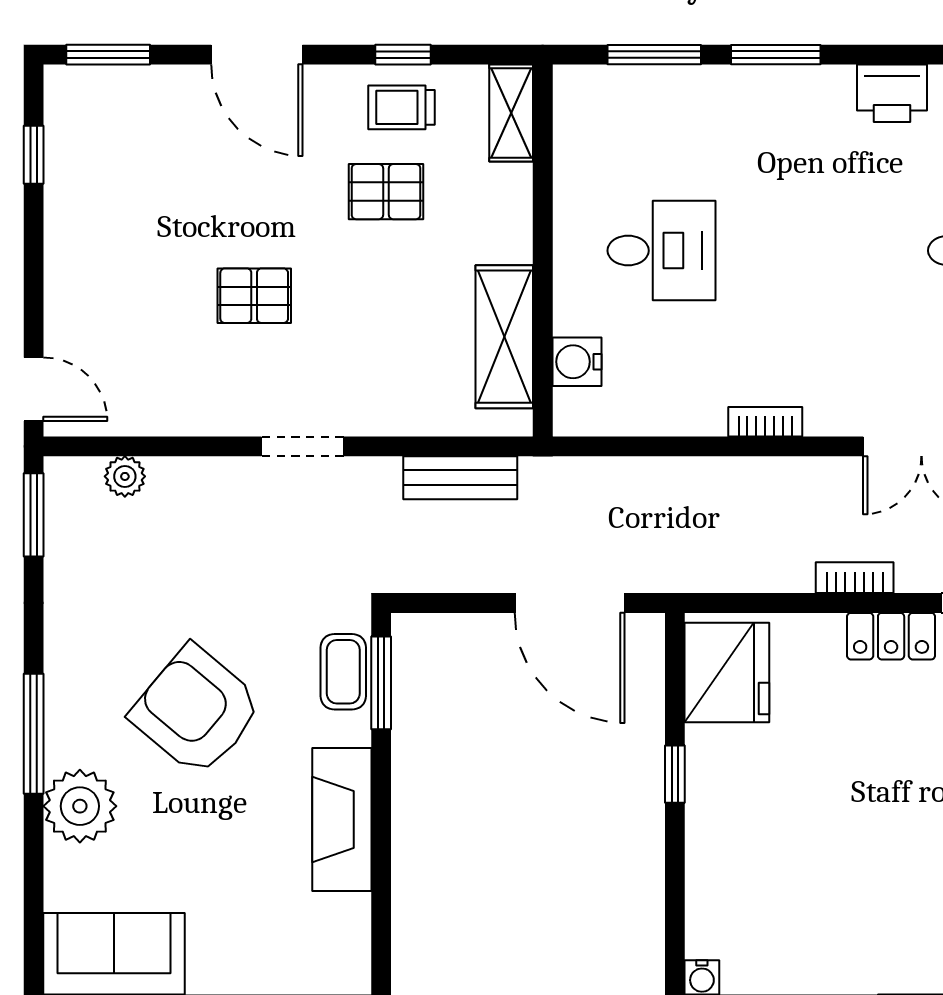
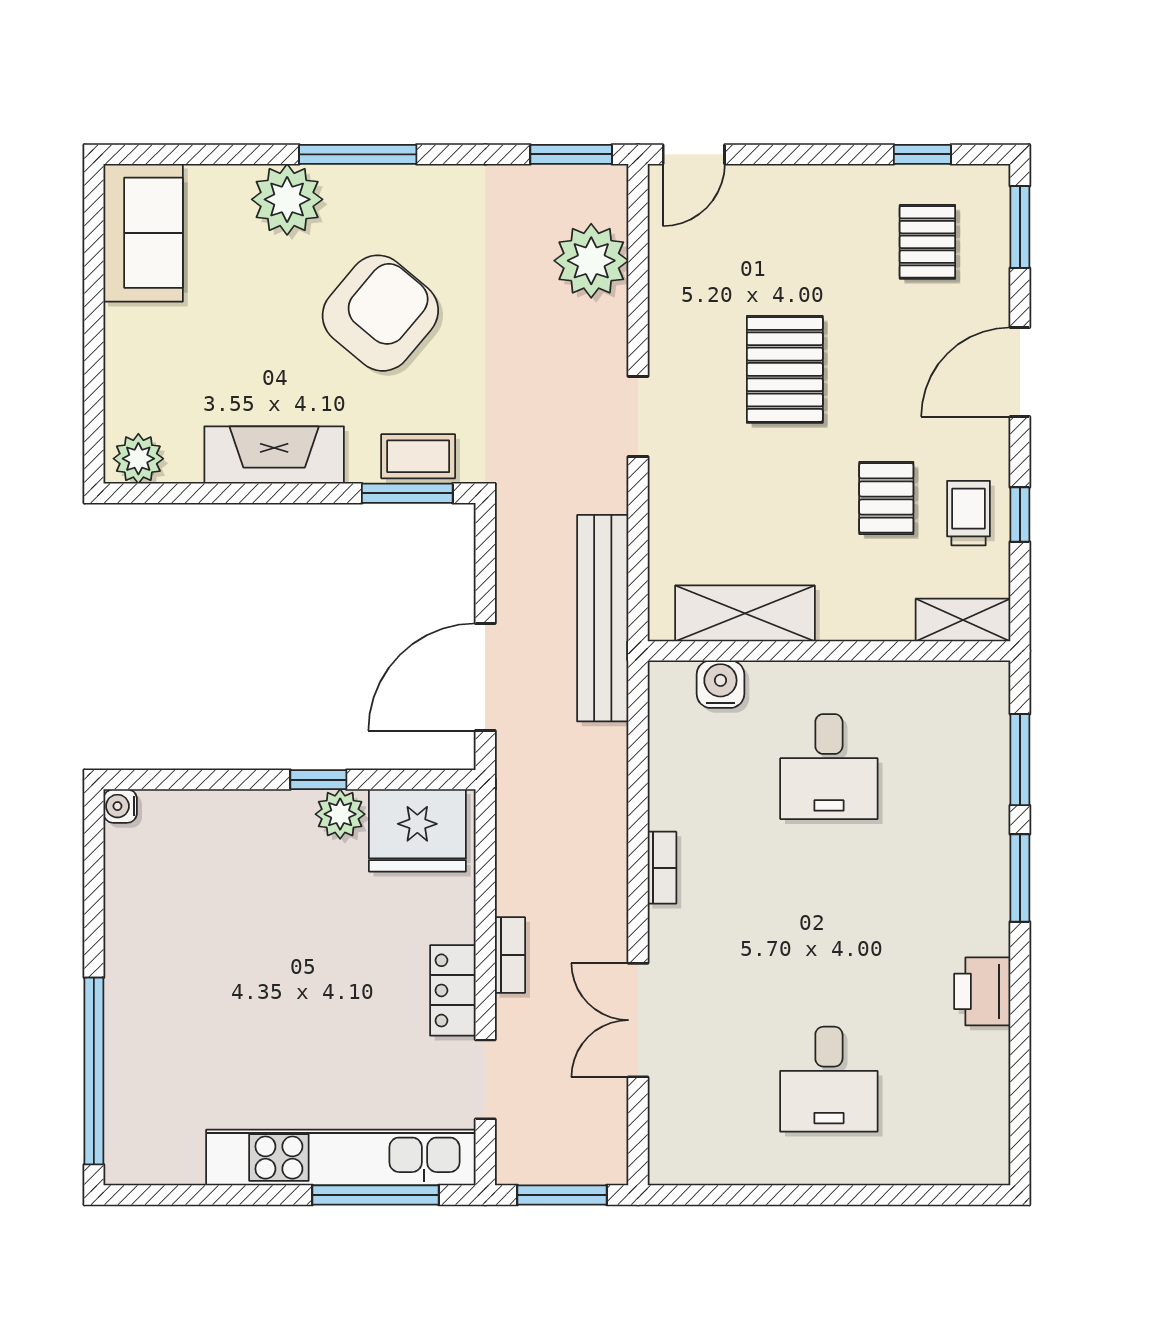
pallet: (123, 149) -> (927, 242), added
pallet: (254, 296) -> (785, 369), width x1.50, depth x1.42
plant: (125, 476) -> (591, 261), width x1.87, depth x1.87
bench: (460, 478) -> (603, 618), width x1.86, depth x1.21
plant: (710, 752) -> (340, 814), added
plant: (346, 959) -> (138, 459), added

